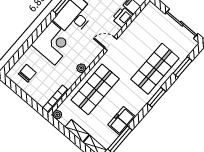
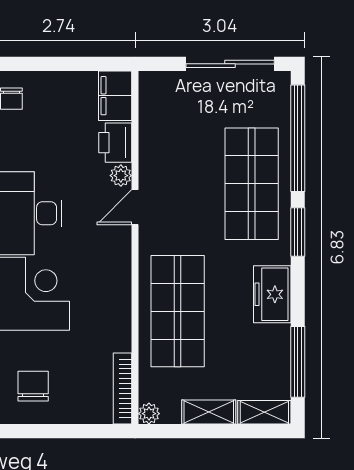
window: (183, 67) -> (298, 138), width x2.11
plant: (81, 68) -> (121, 176), moved
freezer: (122, 121) -> (272, 294), moved

